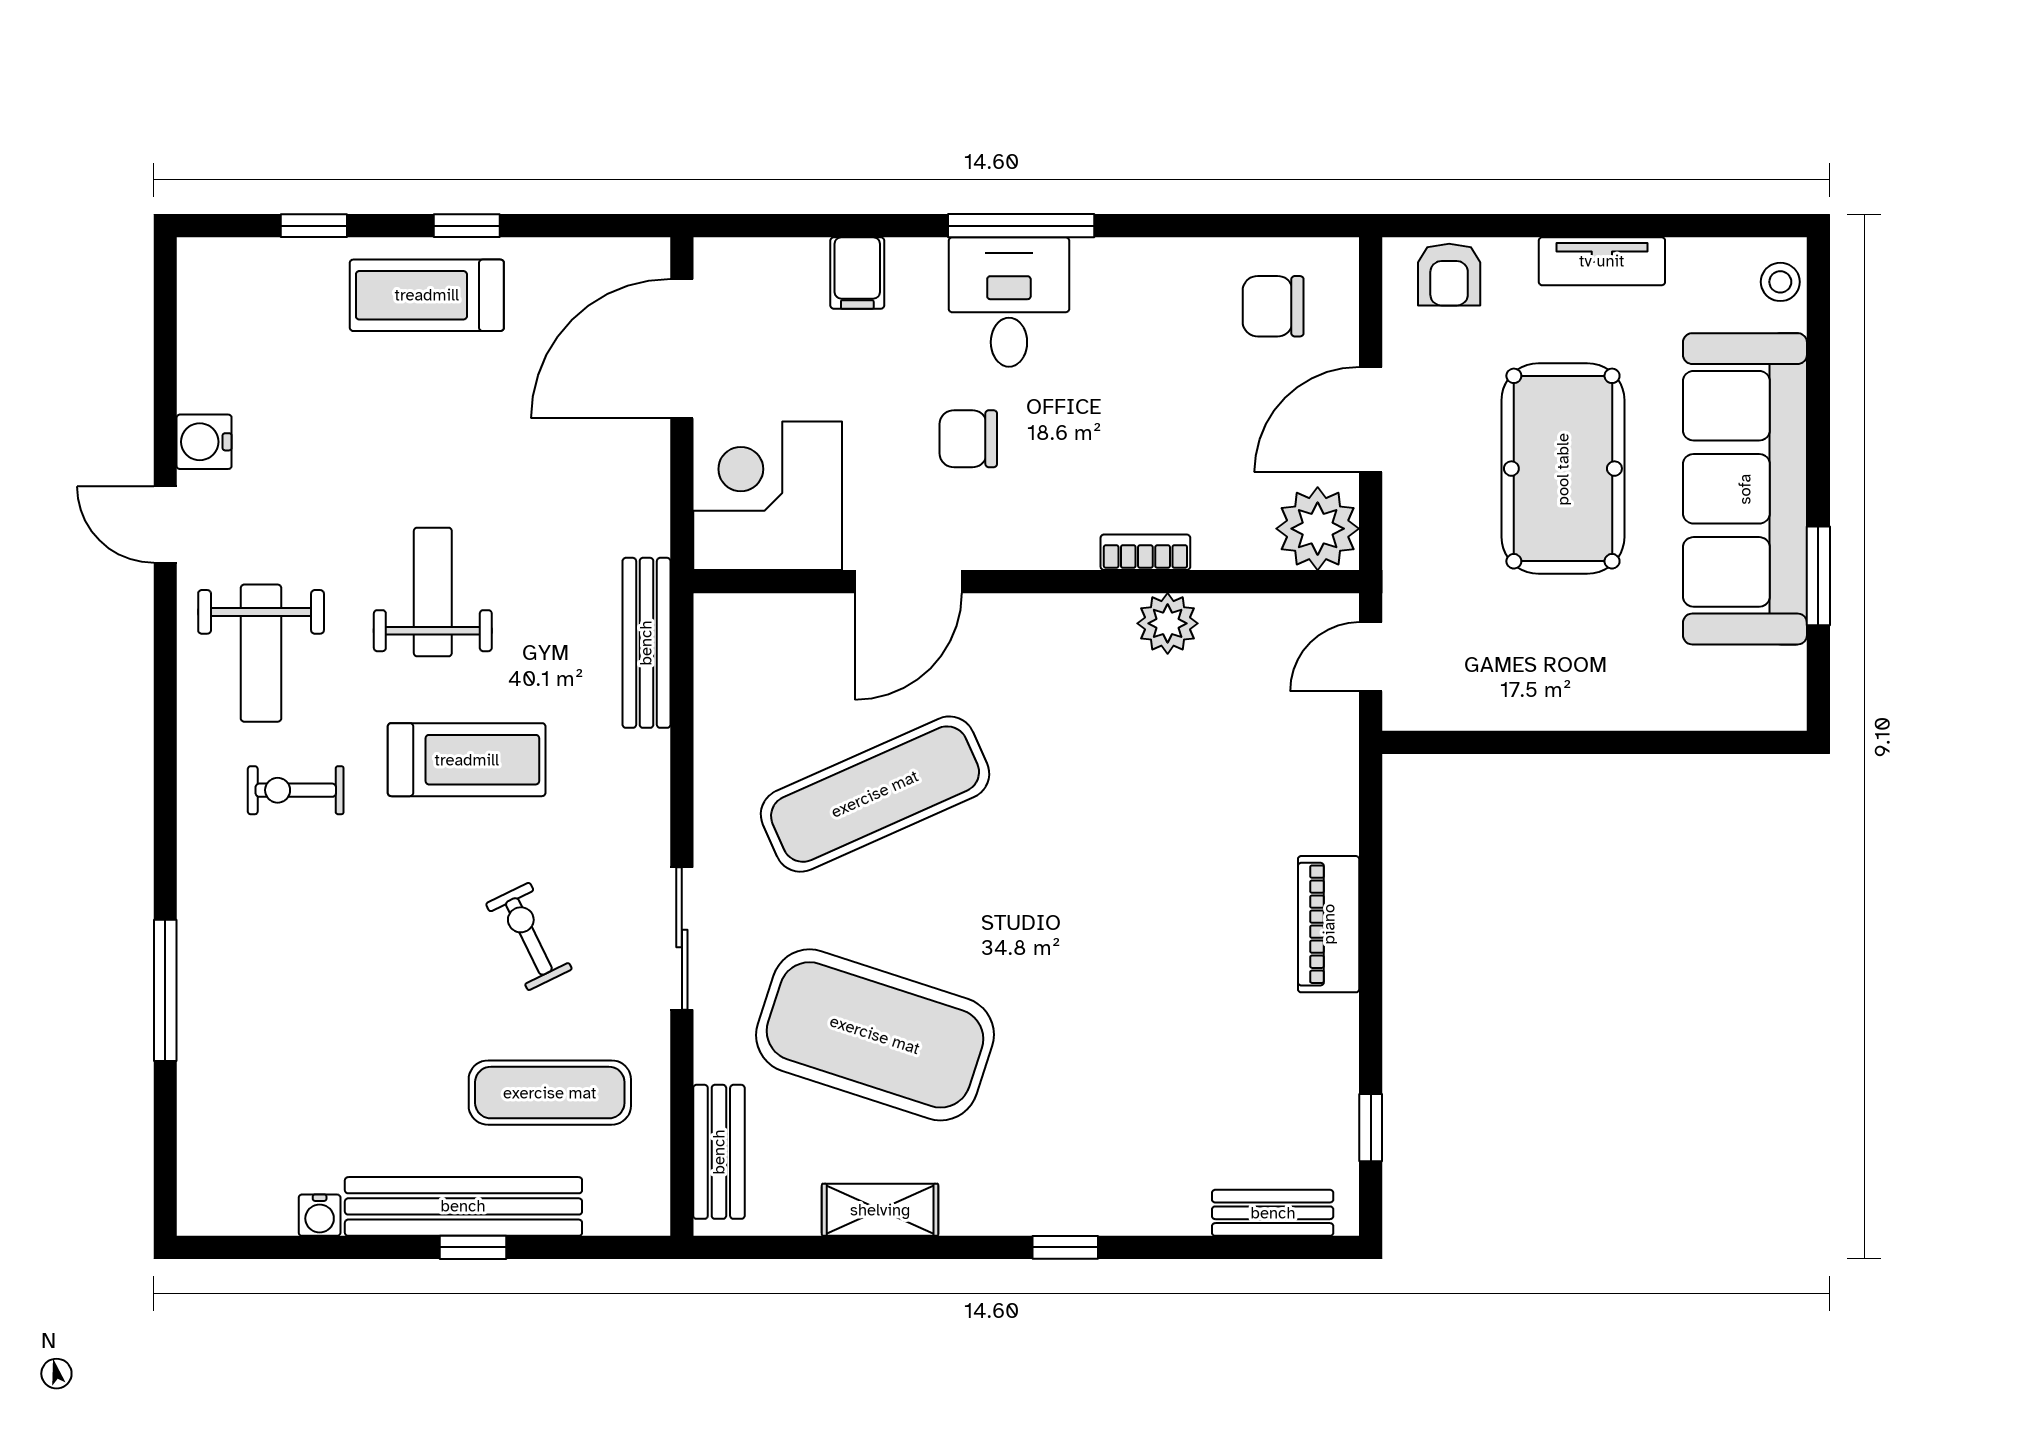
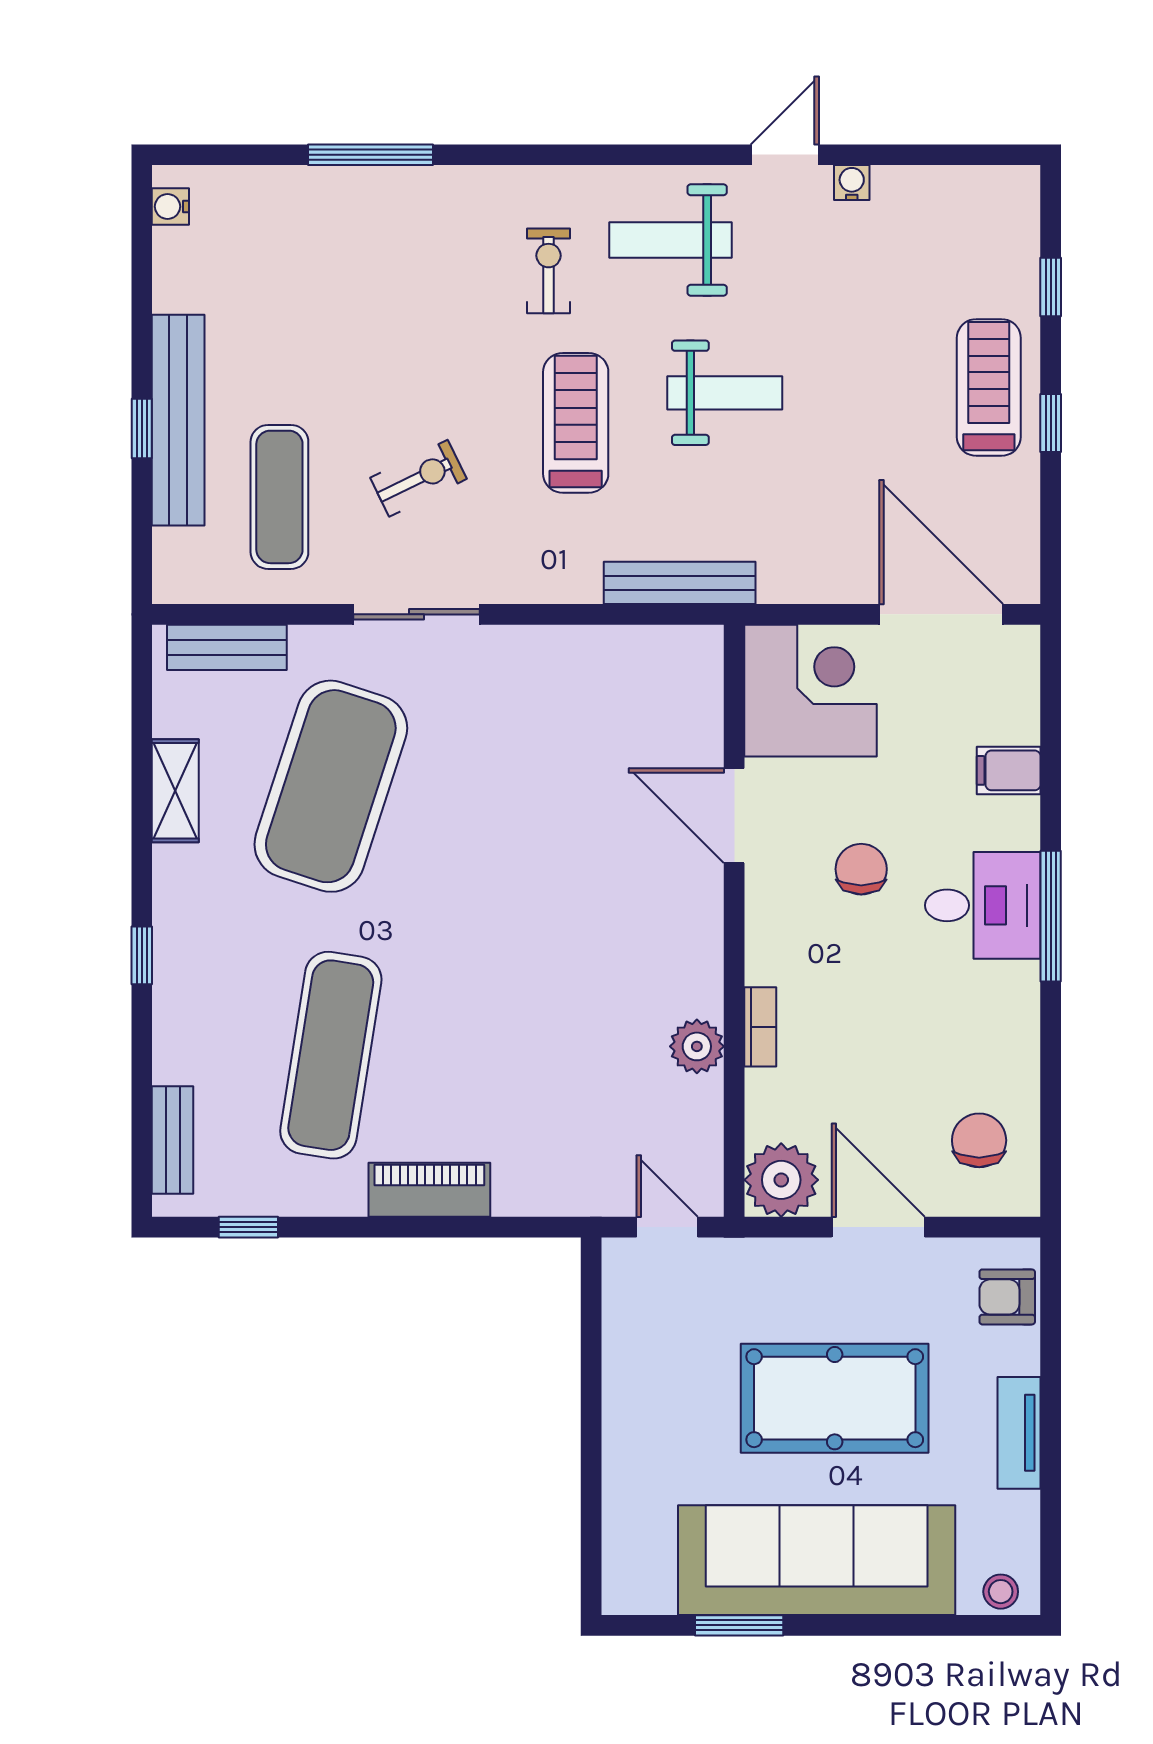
water cooler: (204, 442) -> (852, 183), width x0.72, depth x0.72
treadmill: (467, 760) -> (576, 423), turned 180
exercise mat: (875, 794) -> (331, 1055), moved, turned 33
water cooler: (320, 1215) -> (170, 207), moved

